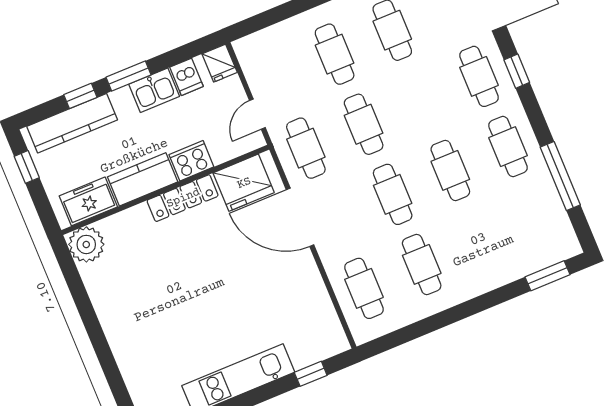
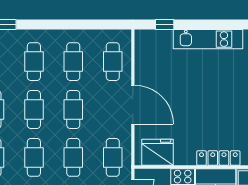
cafe table: (421, 100) -> (34, 157), added
locker: (183, 198) -> (218, 158), moved
door: (300, 217) -> (133, 105), moved
cafe table: (479, 241) -> (34, 62), added

